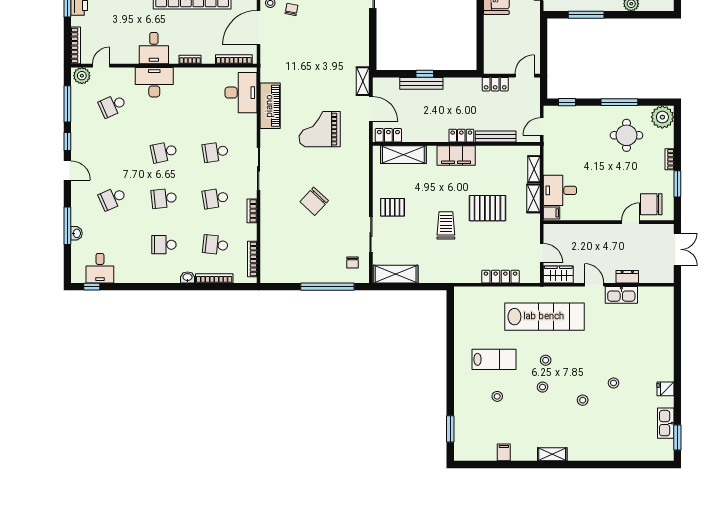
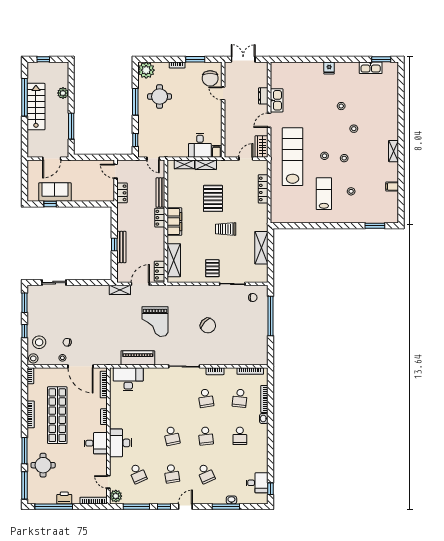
school desk: (215, 152) -> (172, 474), moved
shelving: (396, 274) -> (261, 248), moved
fridge: (665, 389) -> (329, 68), moved

